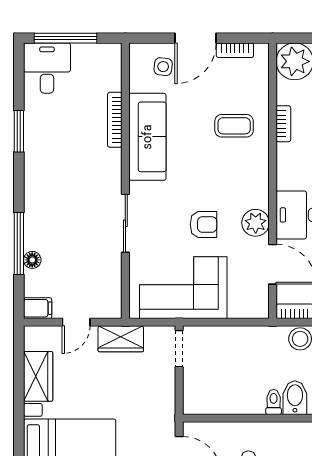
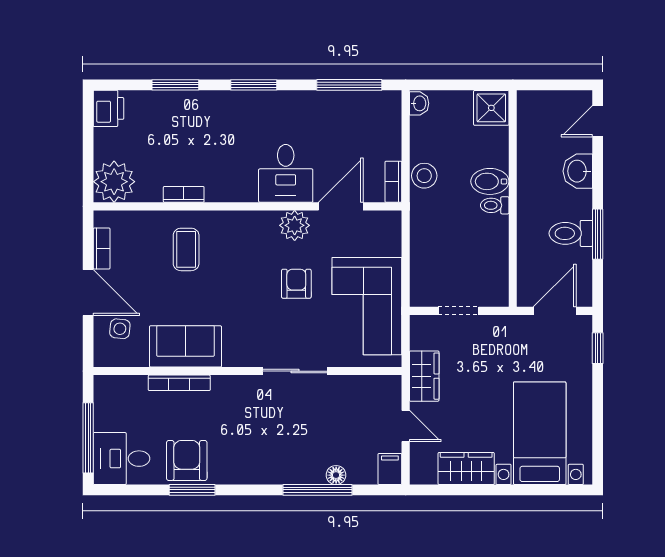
armchair: (45, 126) -> (187, 460), added
sofa: (147, 137) -> (185, 346), width x0.73
doorway: (179, 349) -> (459, 311), moved

